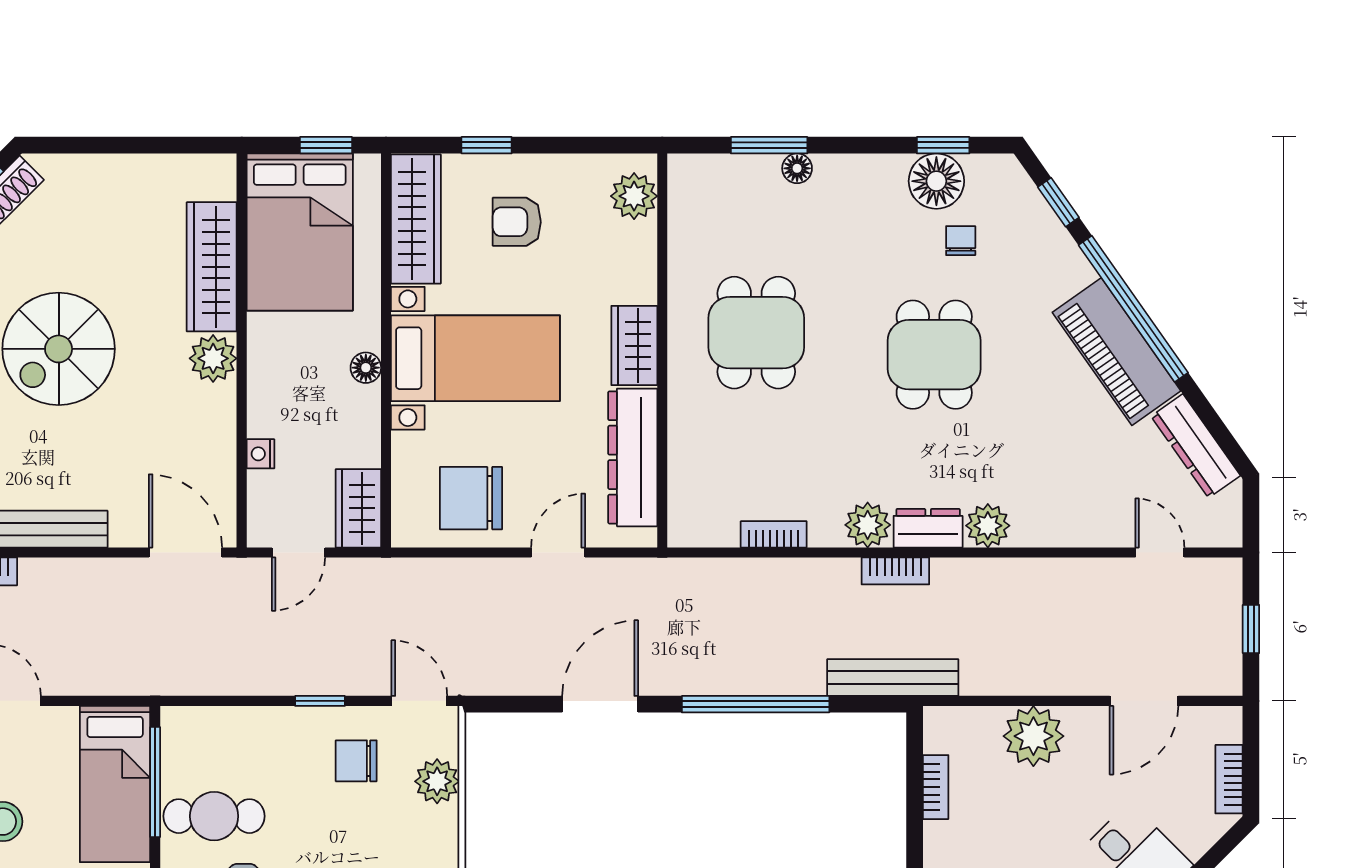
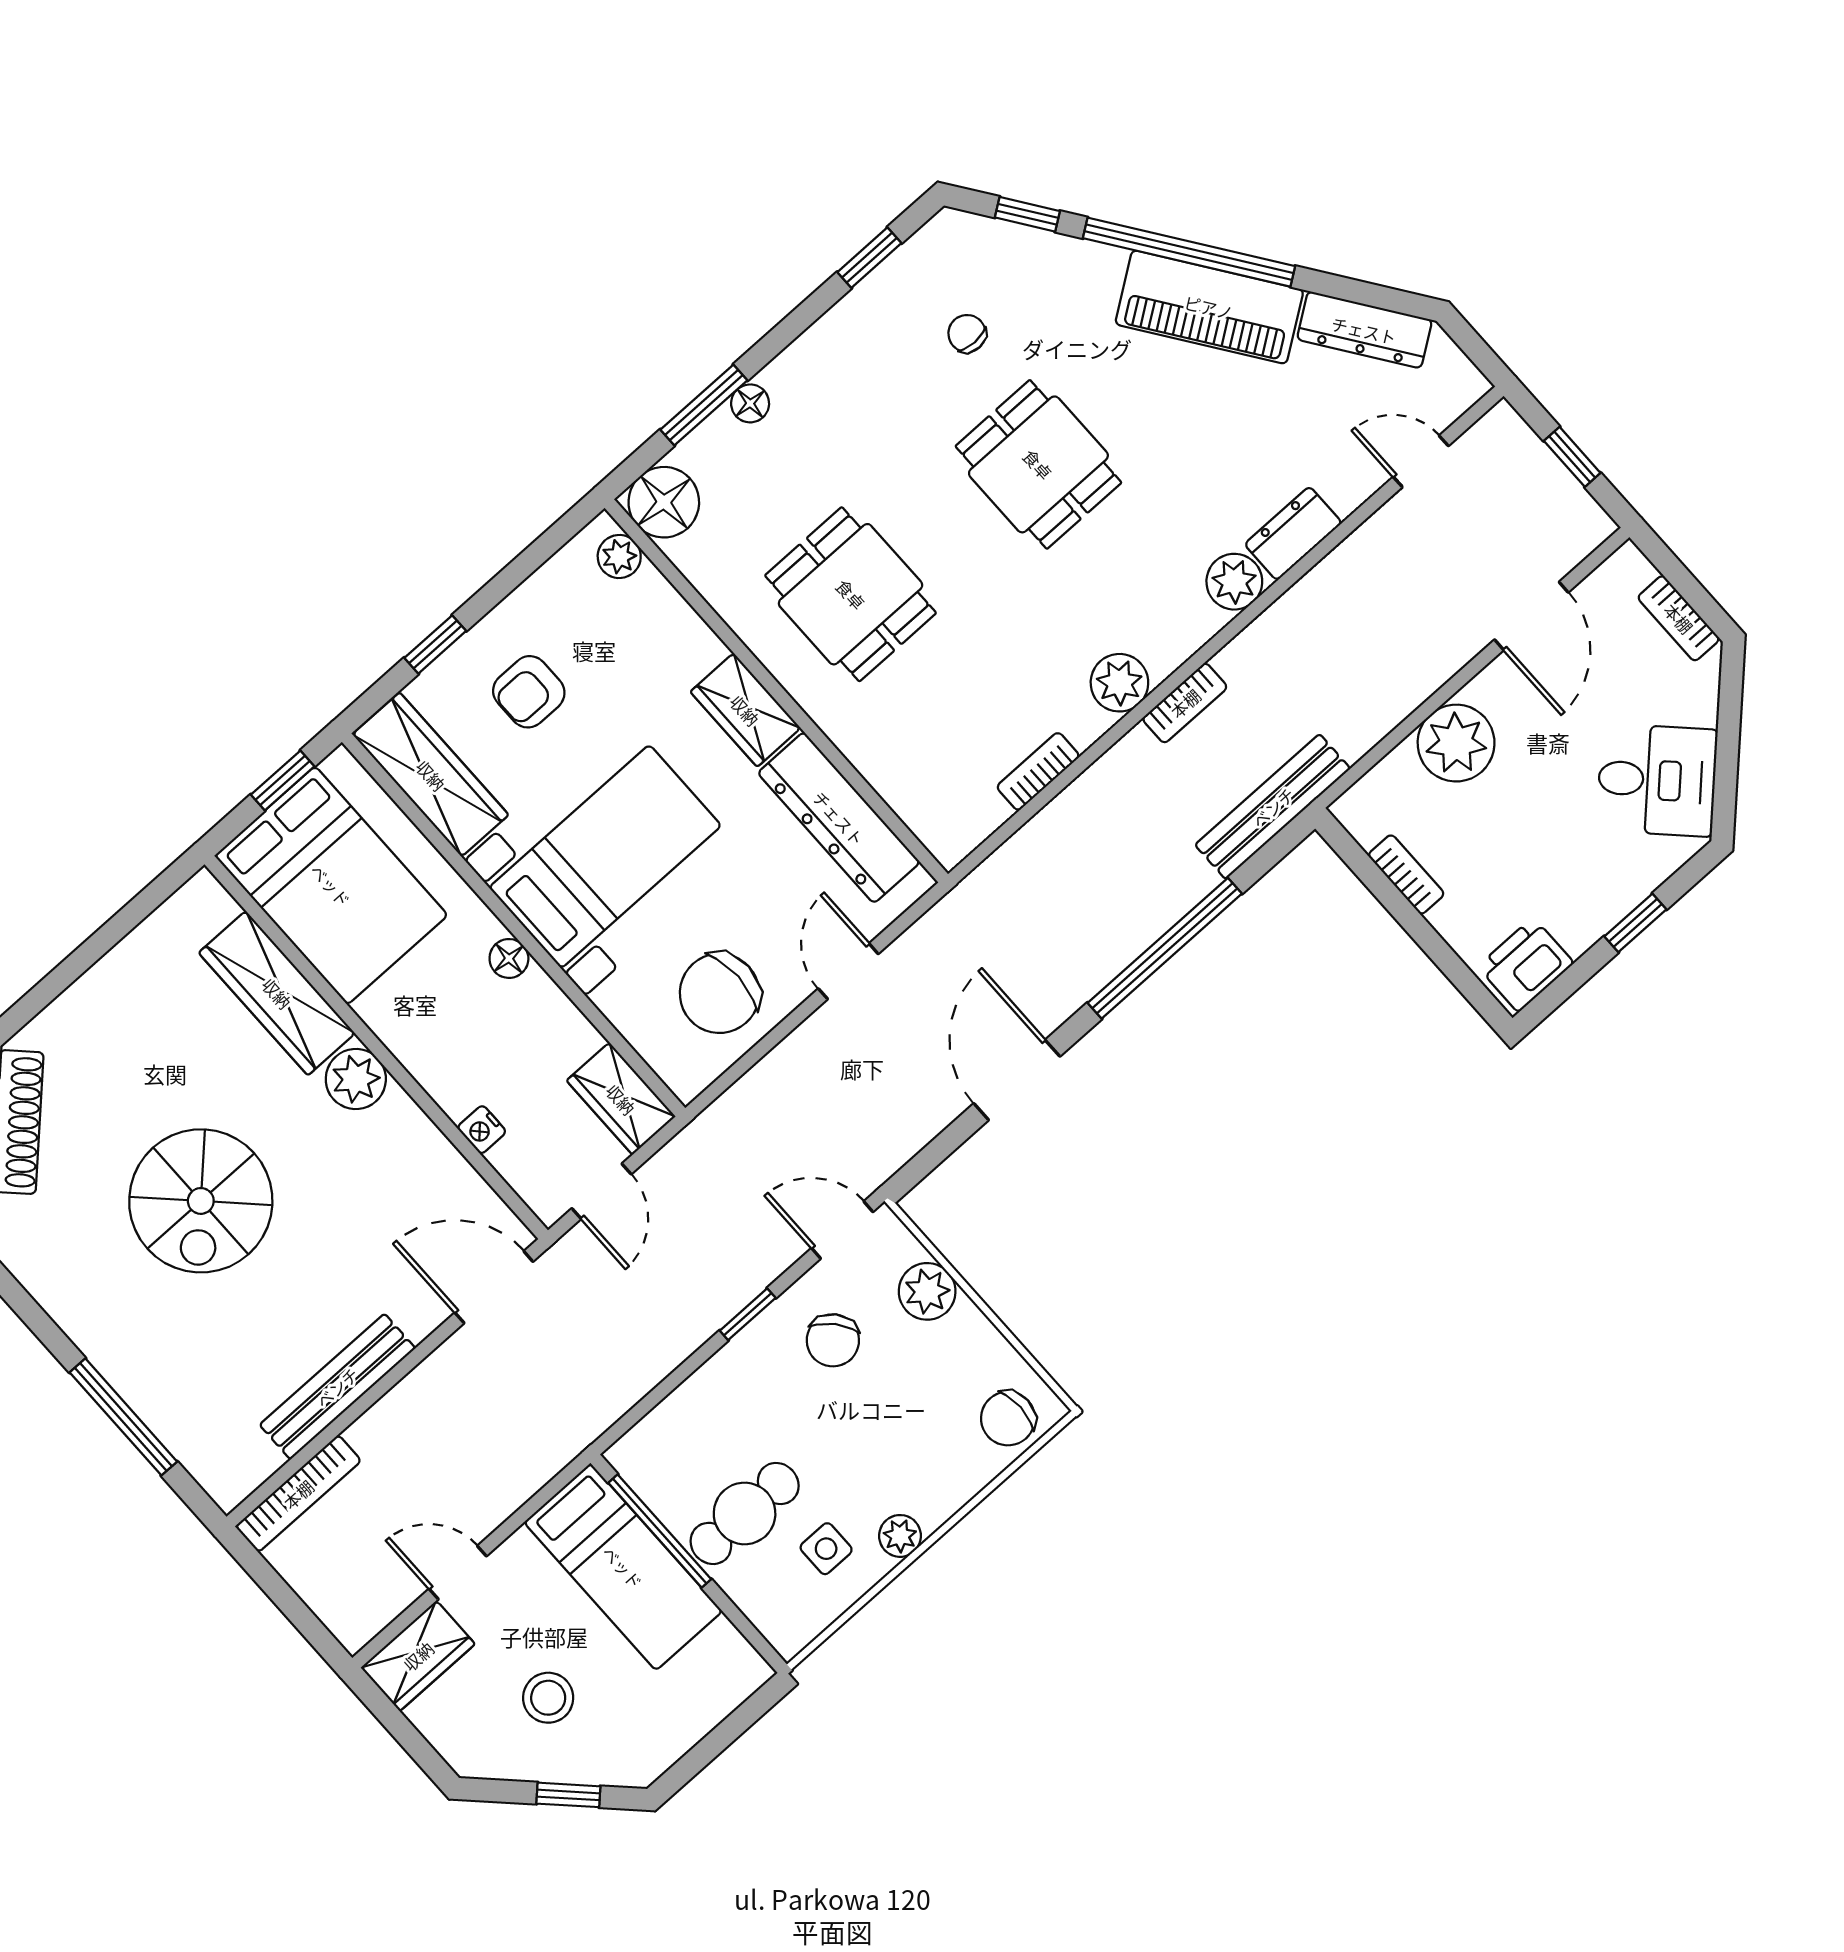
floor lamp: (936, 181) -> (664, 502), moved
plant: (634, 196) -> (619, 557), width x0.73, depth x0.73
dresser: (928, 528) -> (1293, 533), moved
chair: (356, 761) -> (833, 1340), turned -41

